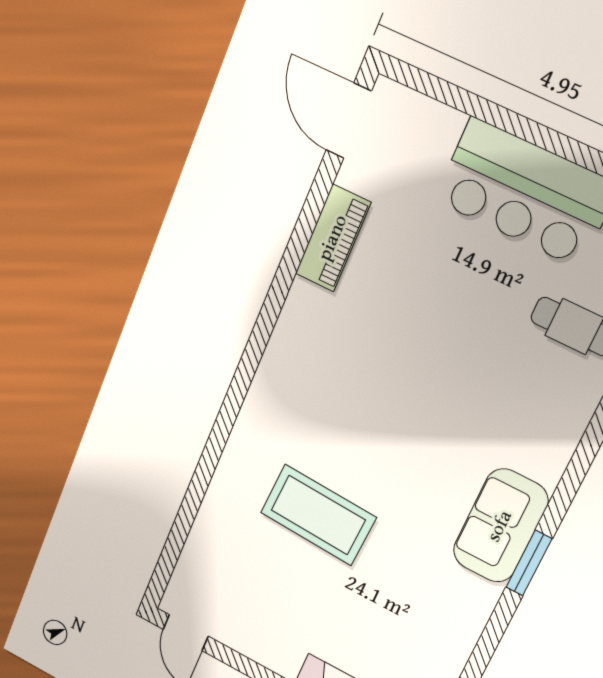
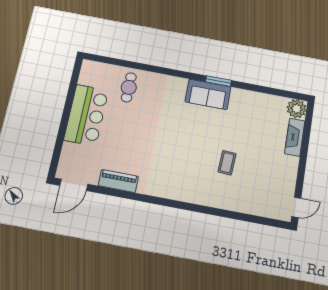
coffee table: (318, 515) -> (227, 163), width x0.54, depth x0.58

